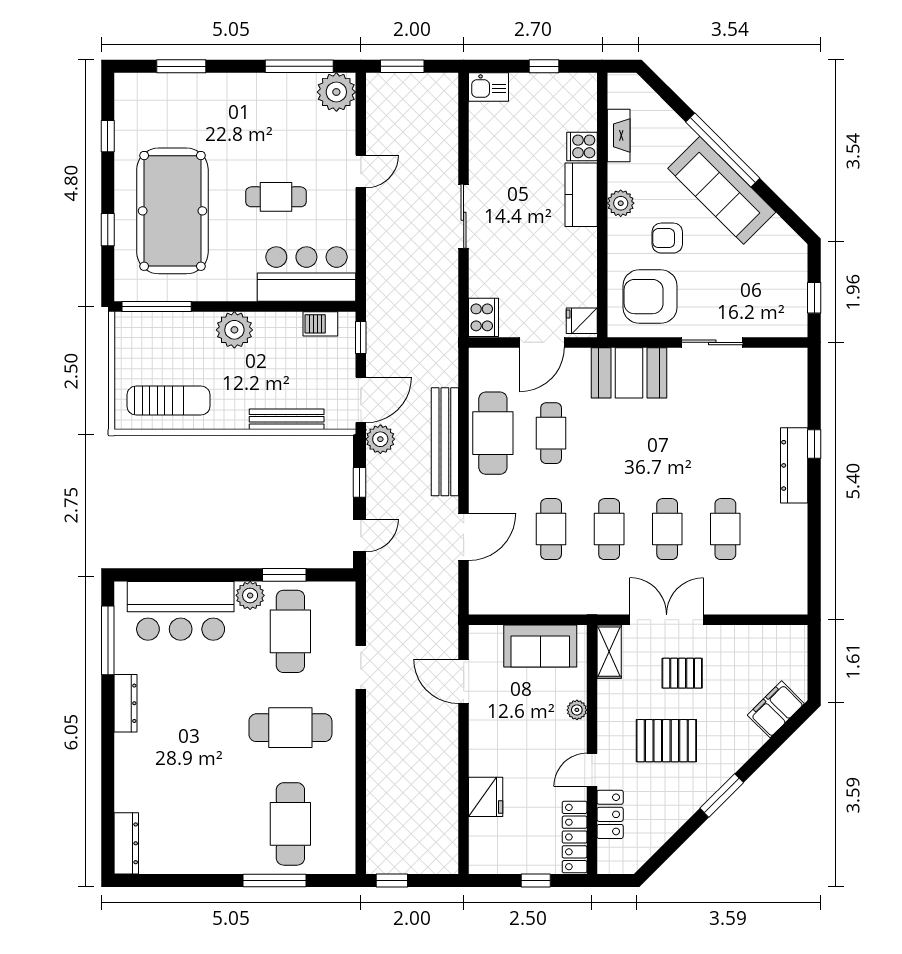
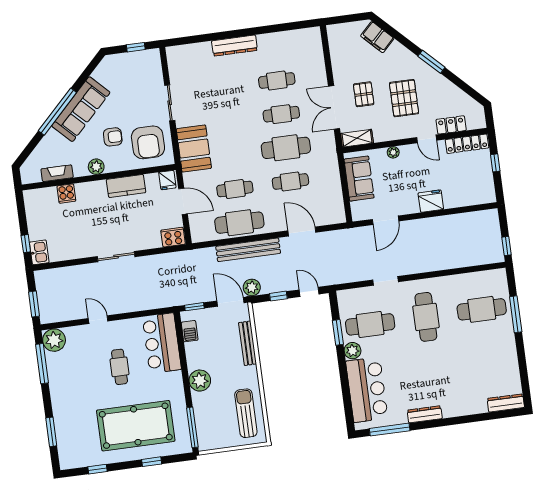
window: (544, 66) -> (26, 244), moved
kitchen counter: (581, 195) -> (126, 186), moved
armchair: (667, 238) -> (113, 137), turned -90
window: (814, 444) -> (221, 36), removed
cafe table: (609, 529) -> (286, 148), width x1.37, depth x1.35
fridge: (486, 797) -> (431, 201), moved

